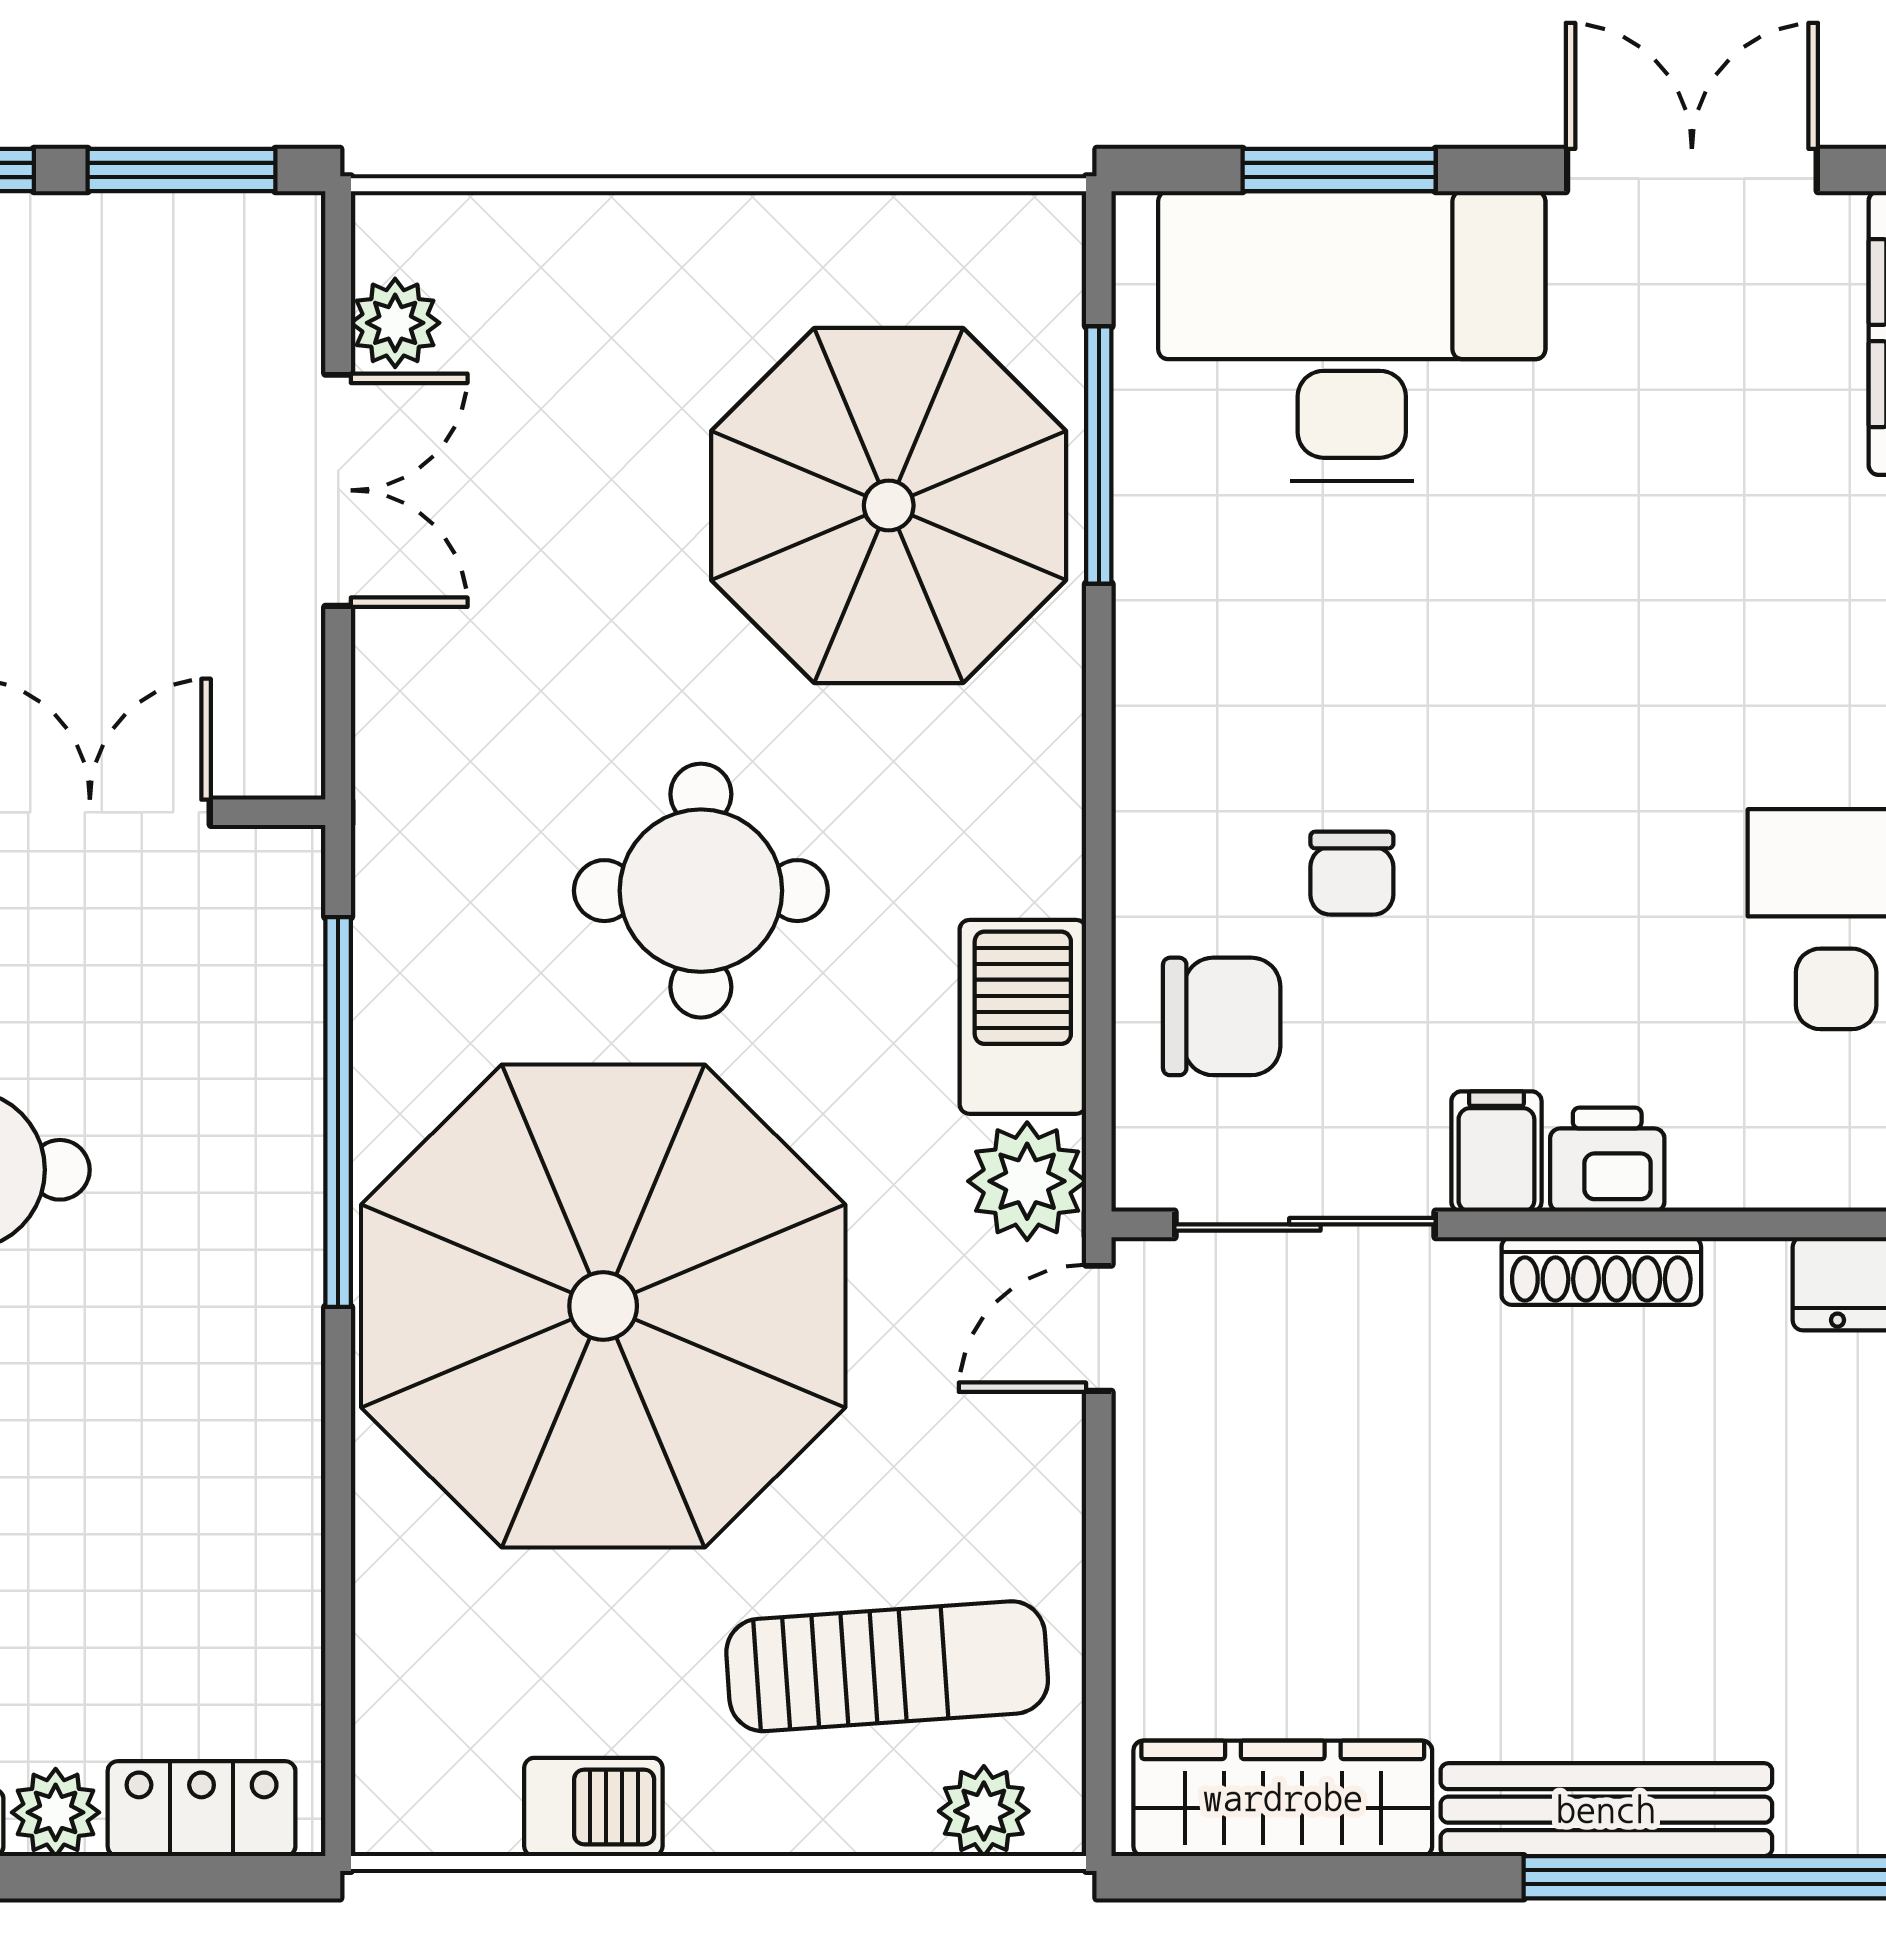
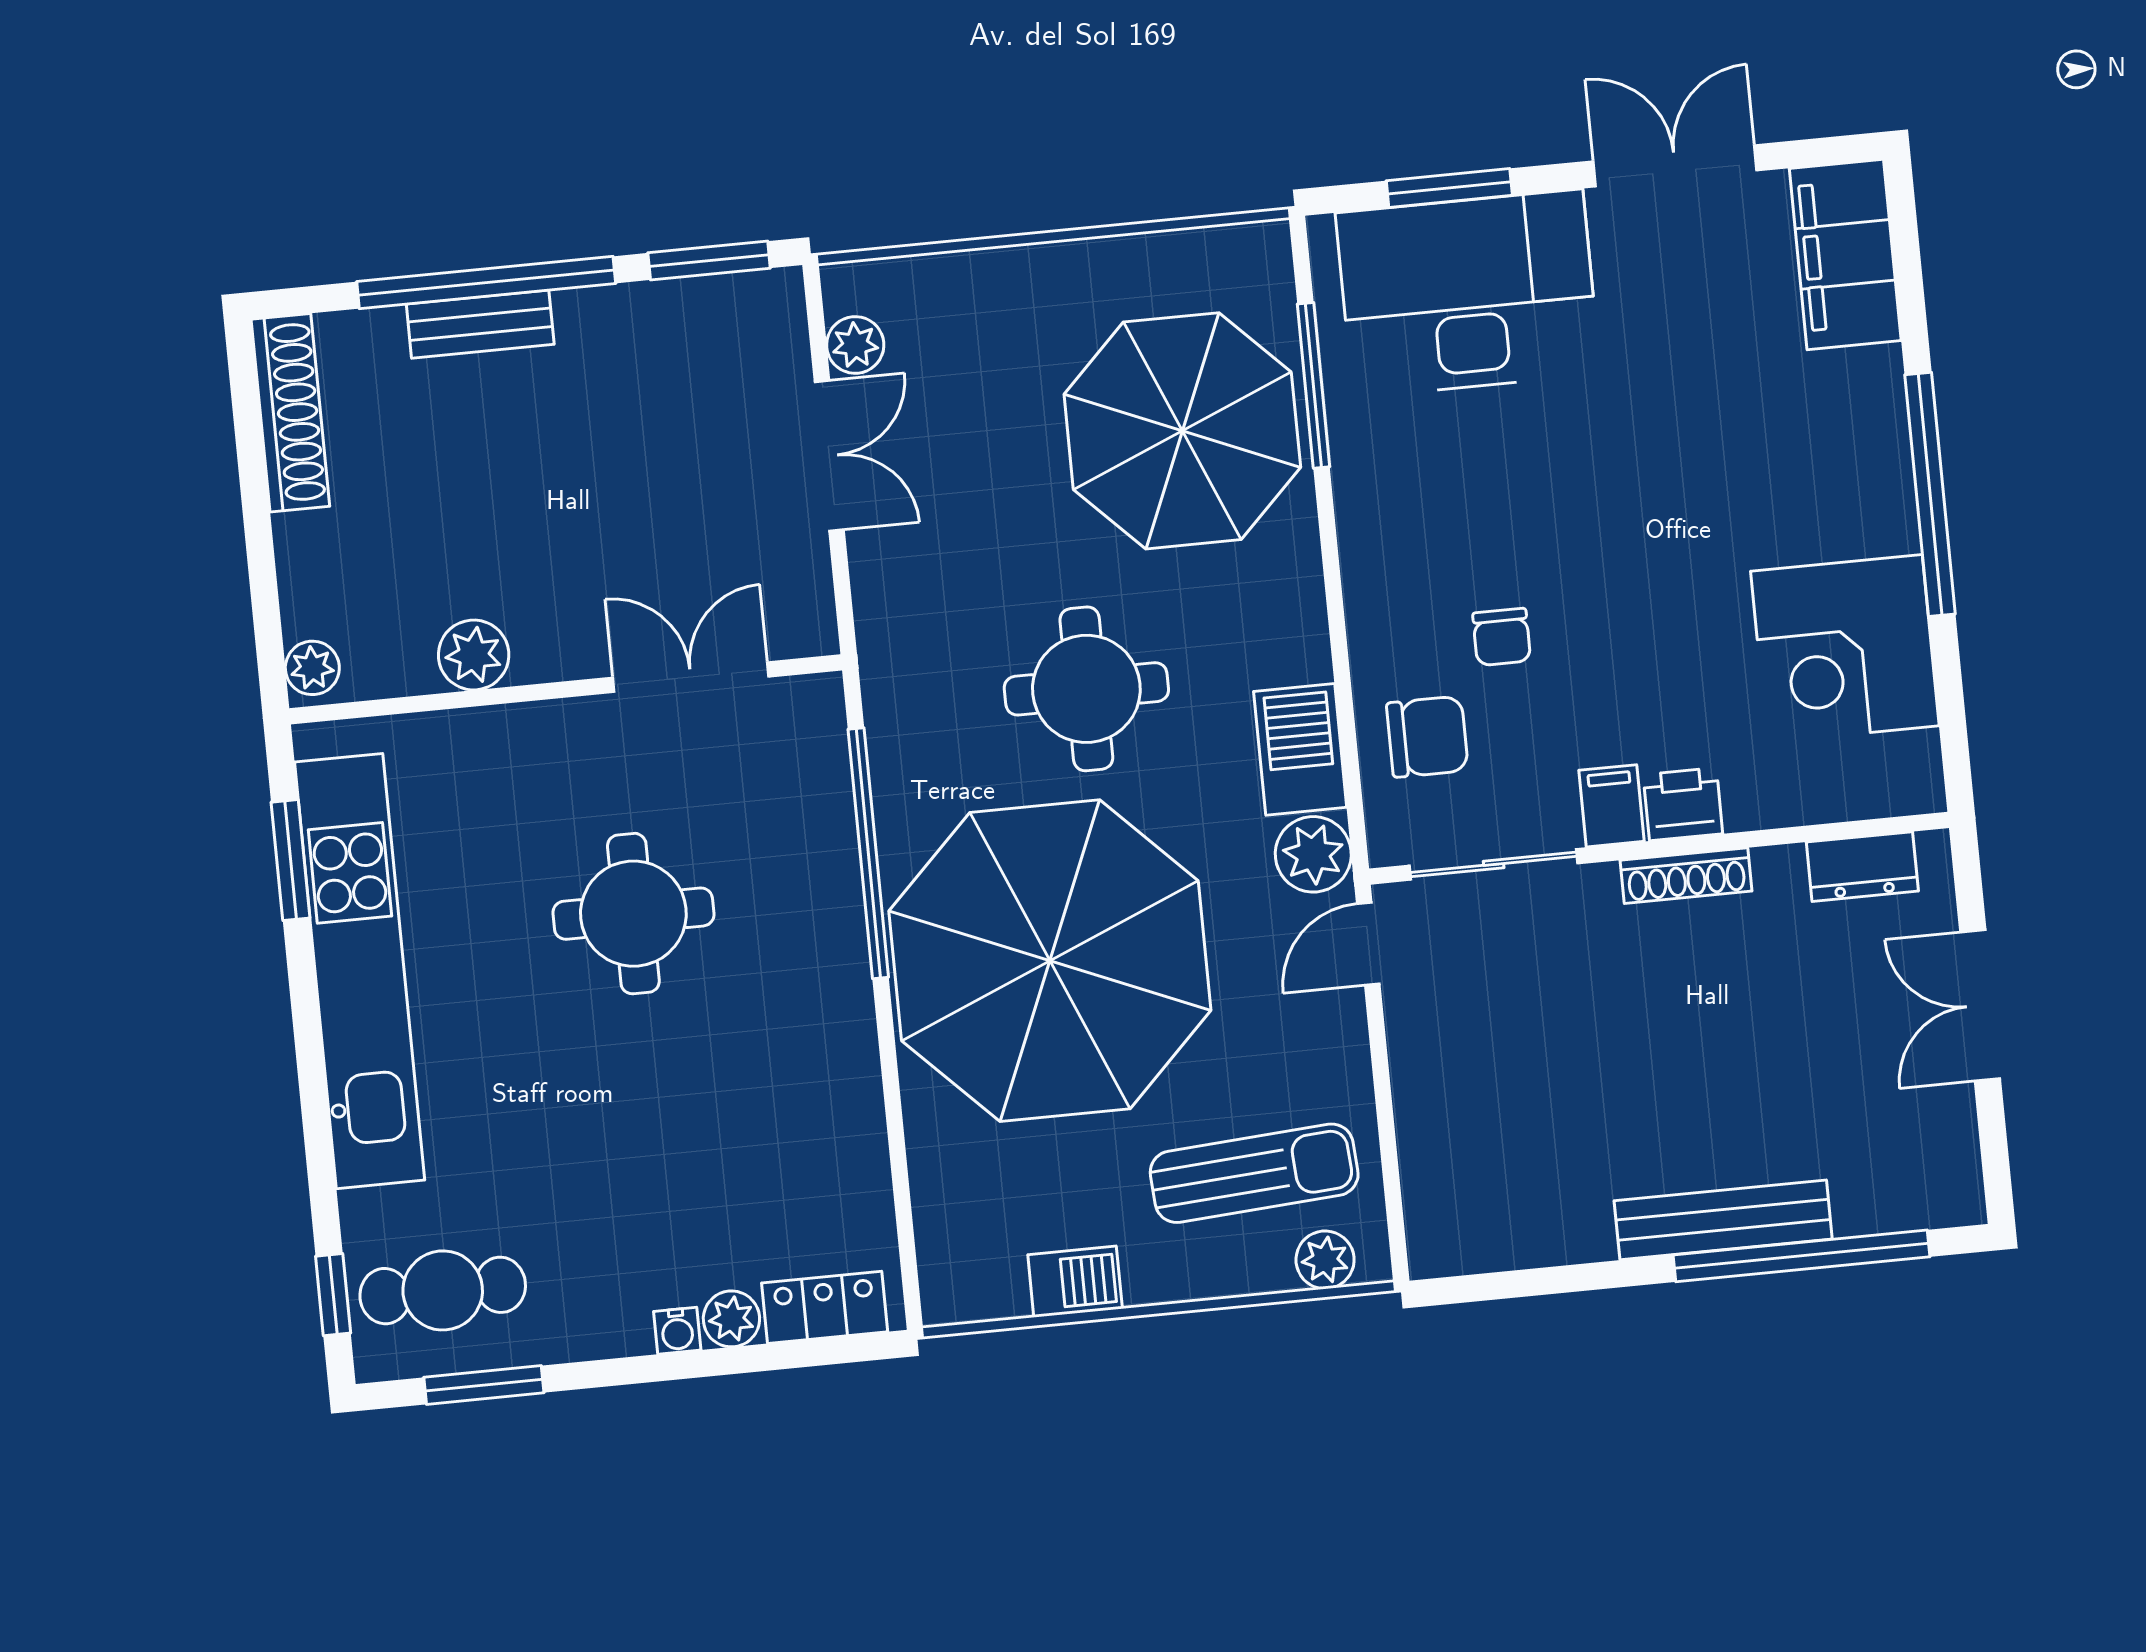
wardrobe: (1283, 1798) -> (1515, 1233), removed

